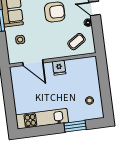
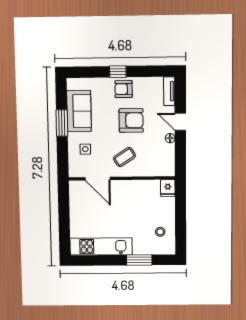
coffee table: (76, 42) -> (124, 157), moved
fridge: (59, 68) -> (168, 188), moved

